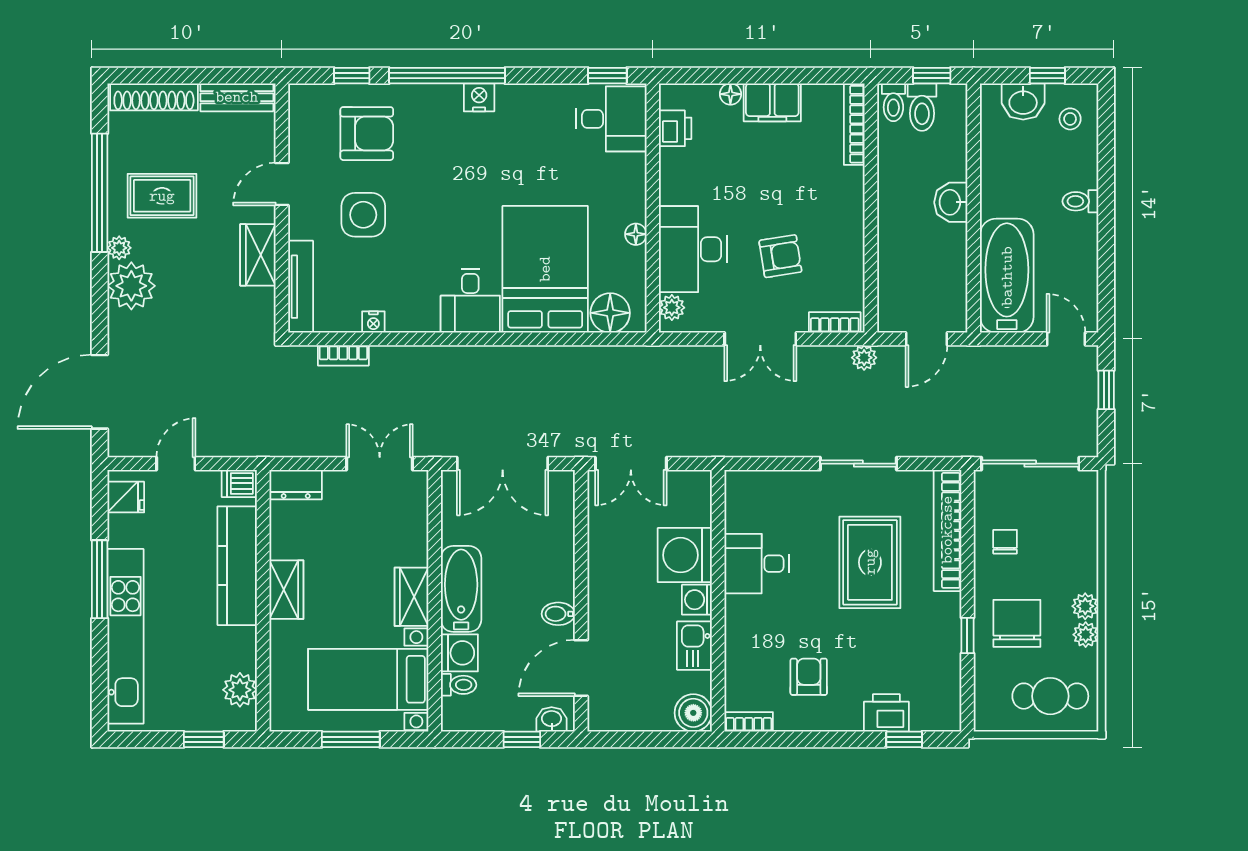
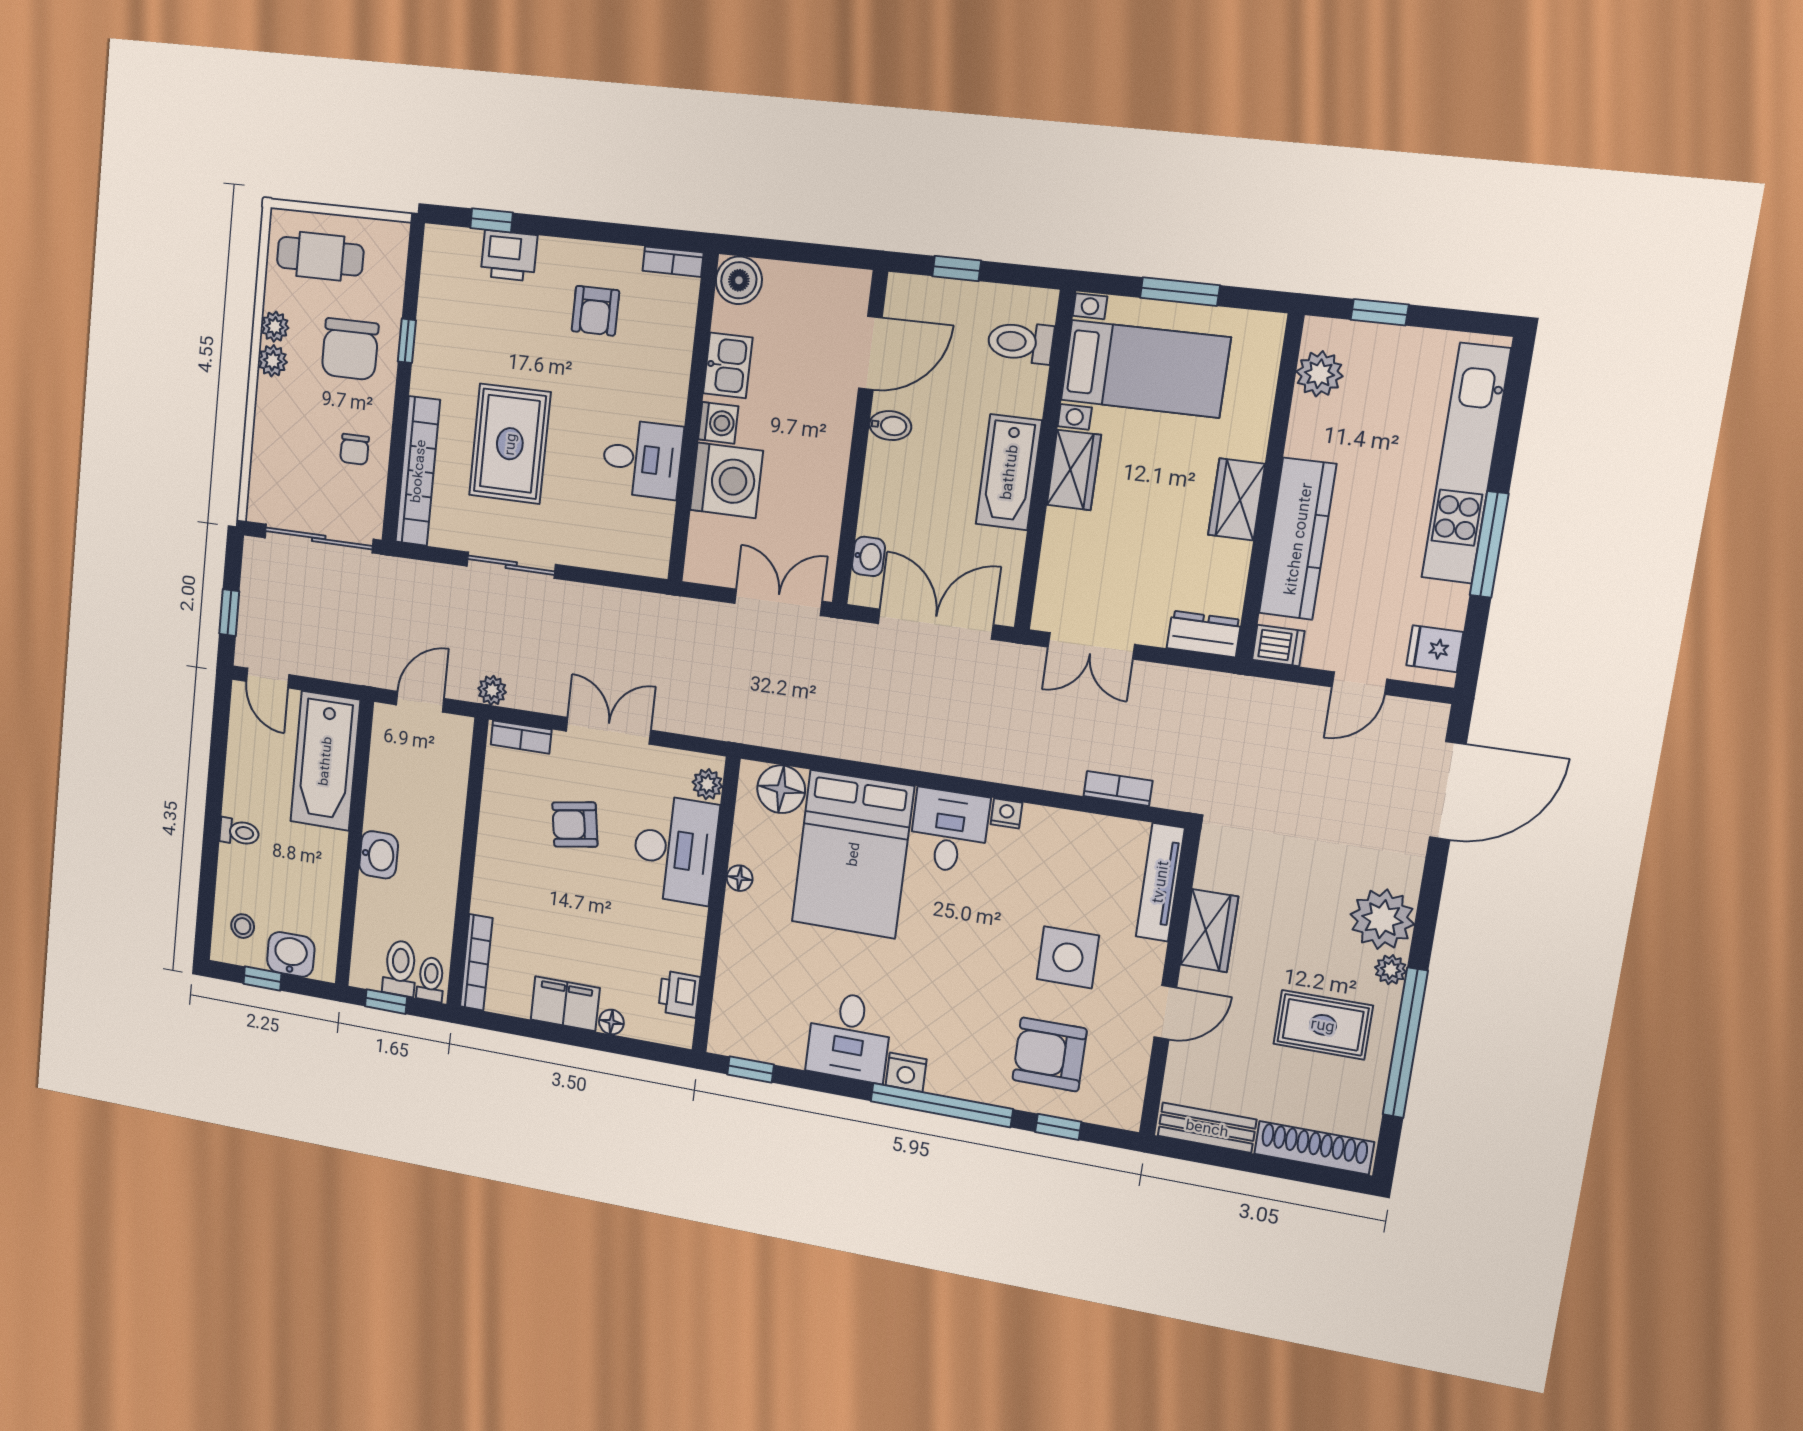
desk: (611, 119) -> (849, 1037), moved, turned -90
nightstand: (373, 322) -> (1007, 813), moved
washing machine: (459, 653) -> (1022, 390), removed
toilet: (459, 685) -> (1020, 342), width x1.37, depth x1.39
washbasin: (552, 719) -> (868, 556), moved, turned -90

